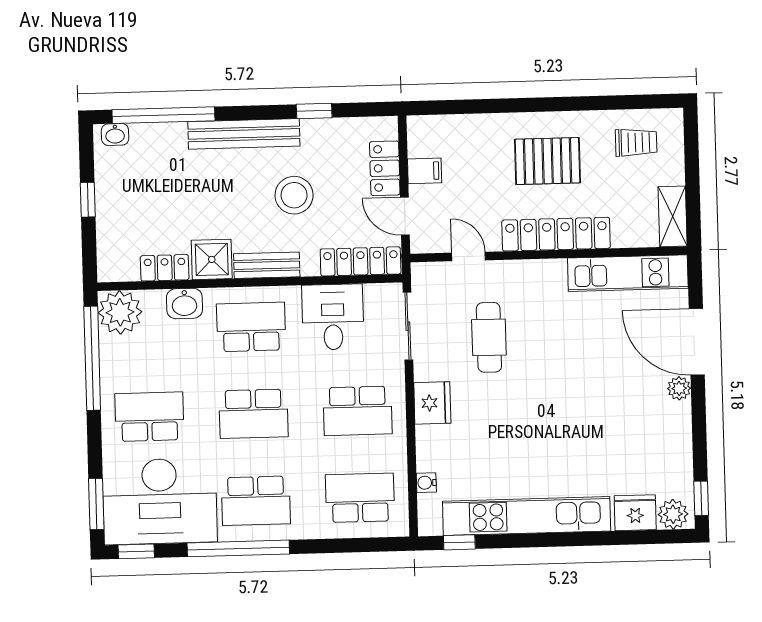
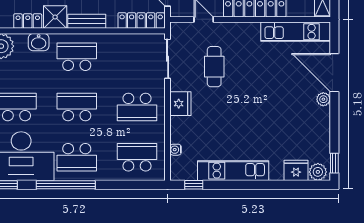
desk: (333, 317) -> (124, 52), removed
school desk: (253, 414) -> (77, 107), turned 180
kitchen unit: (527, 516) -> (233, 171), width x0.73

